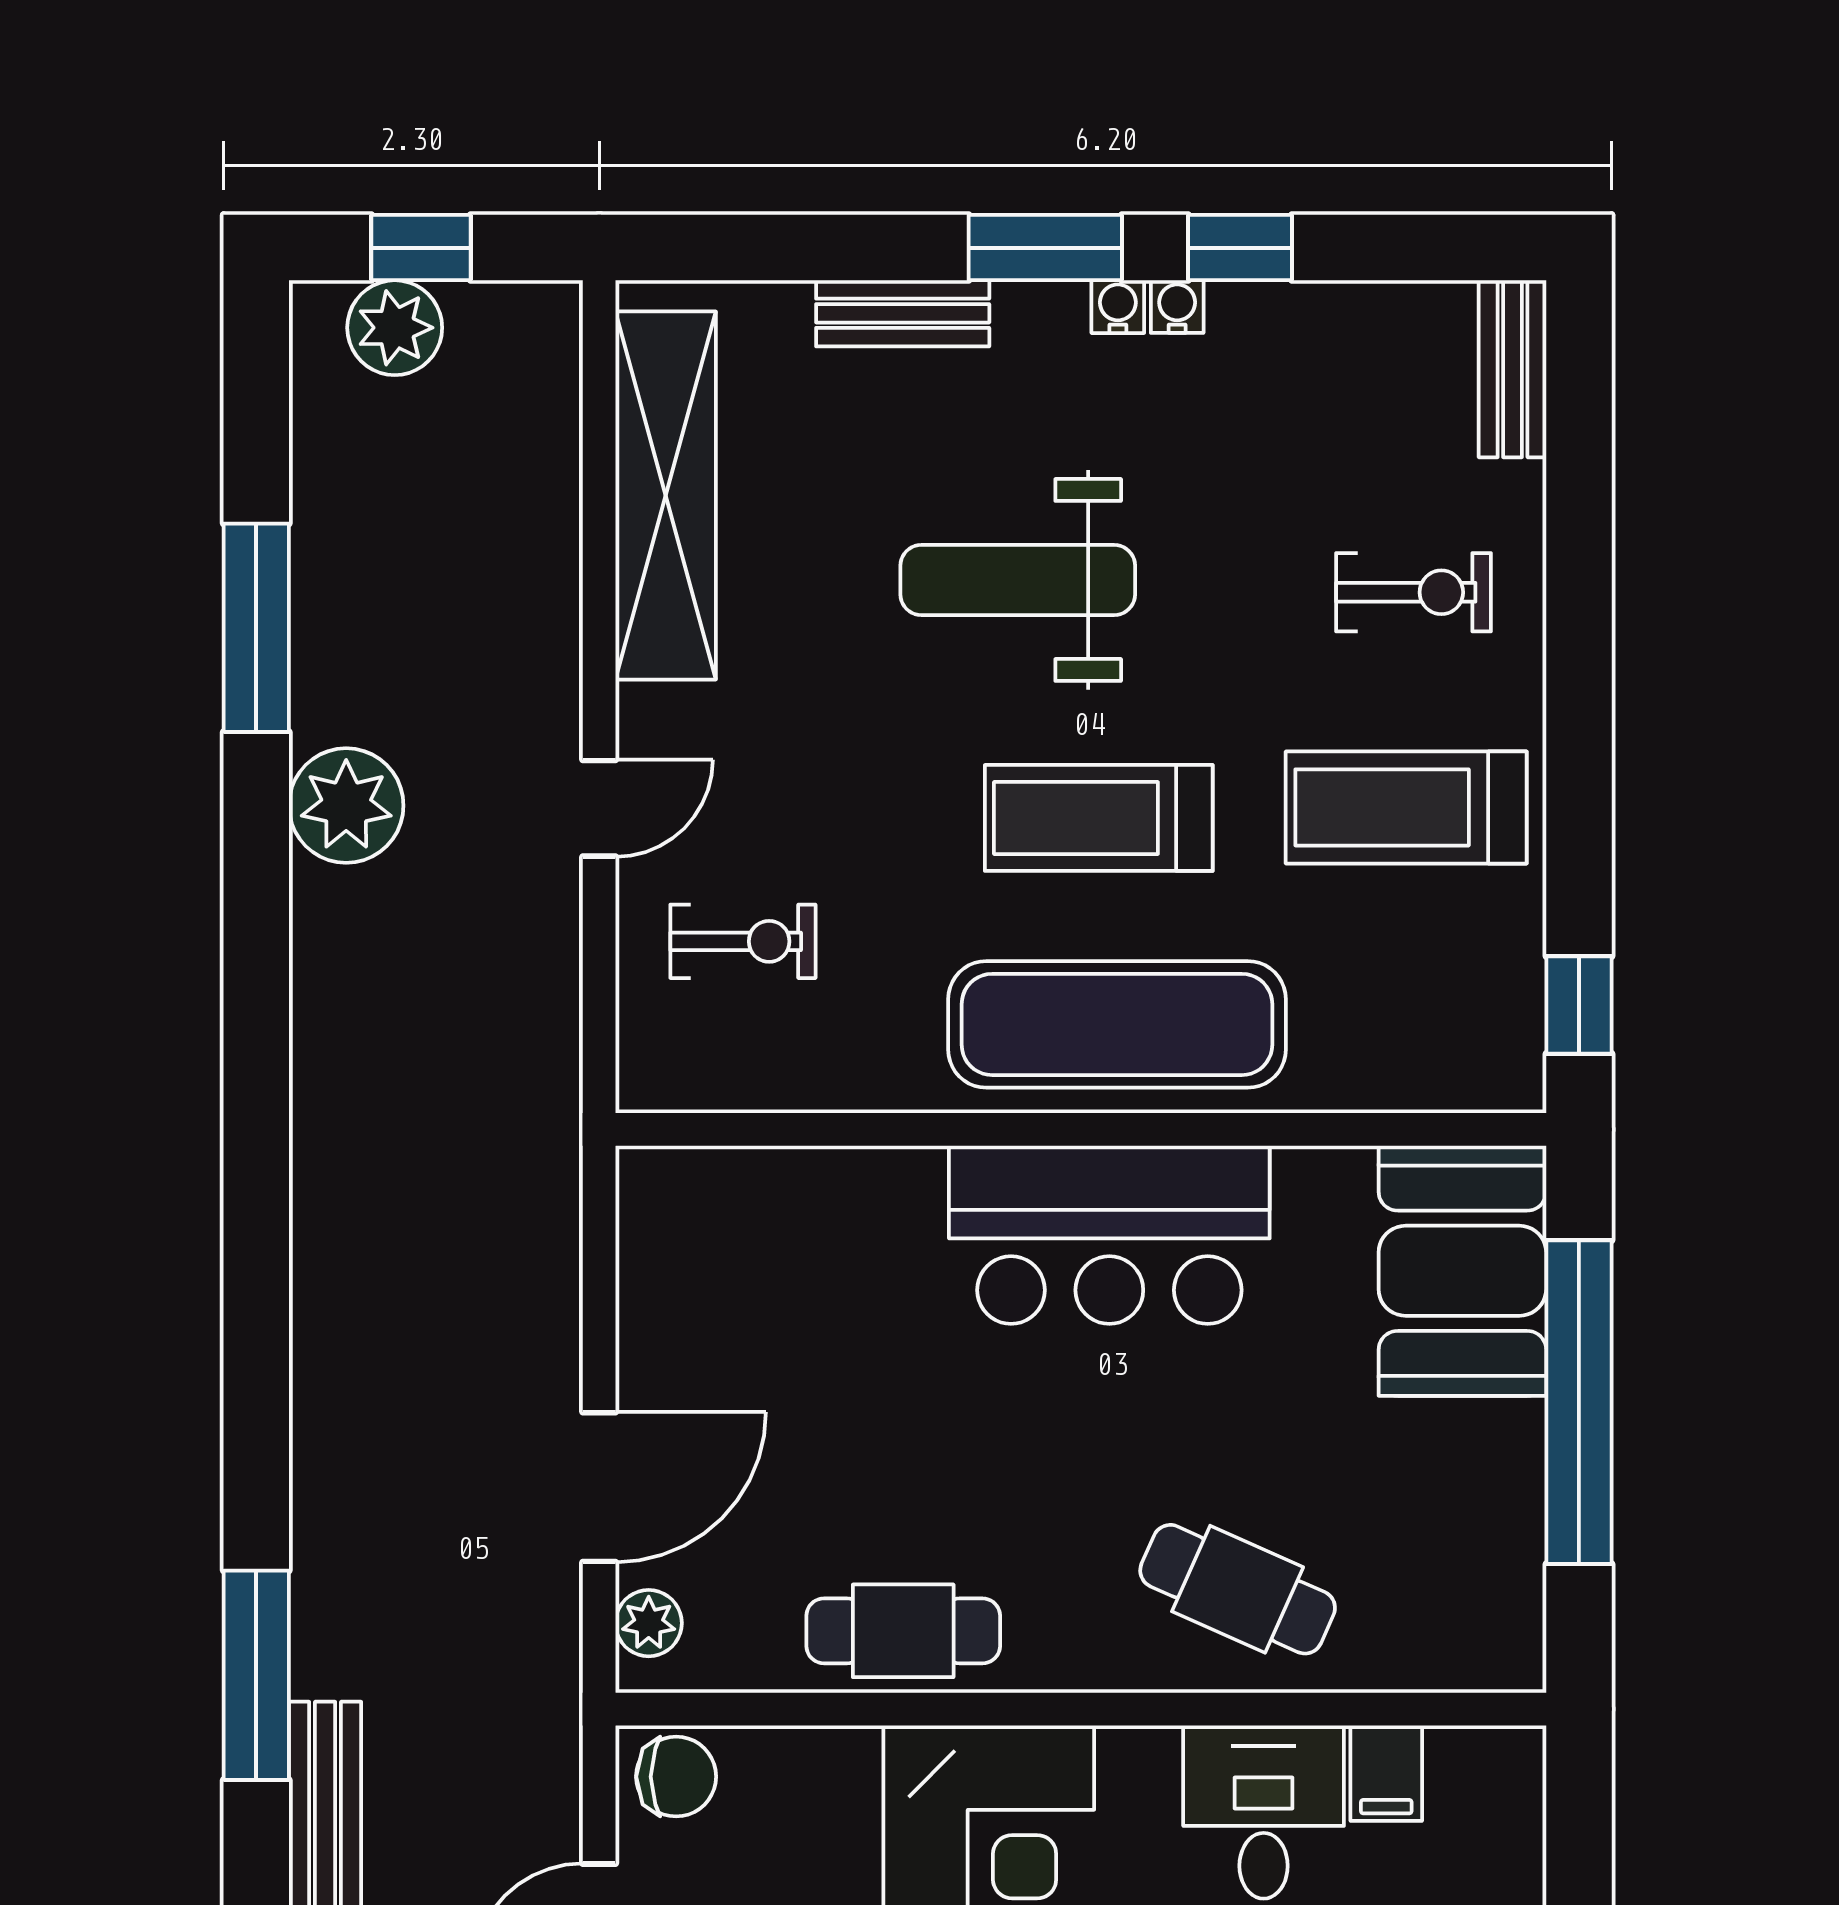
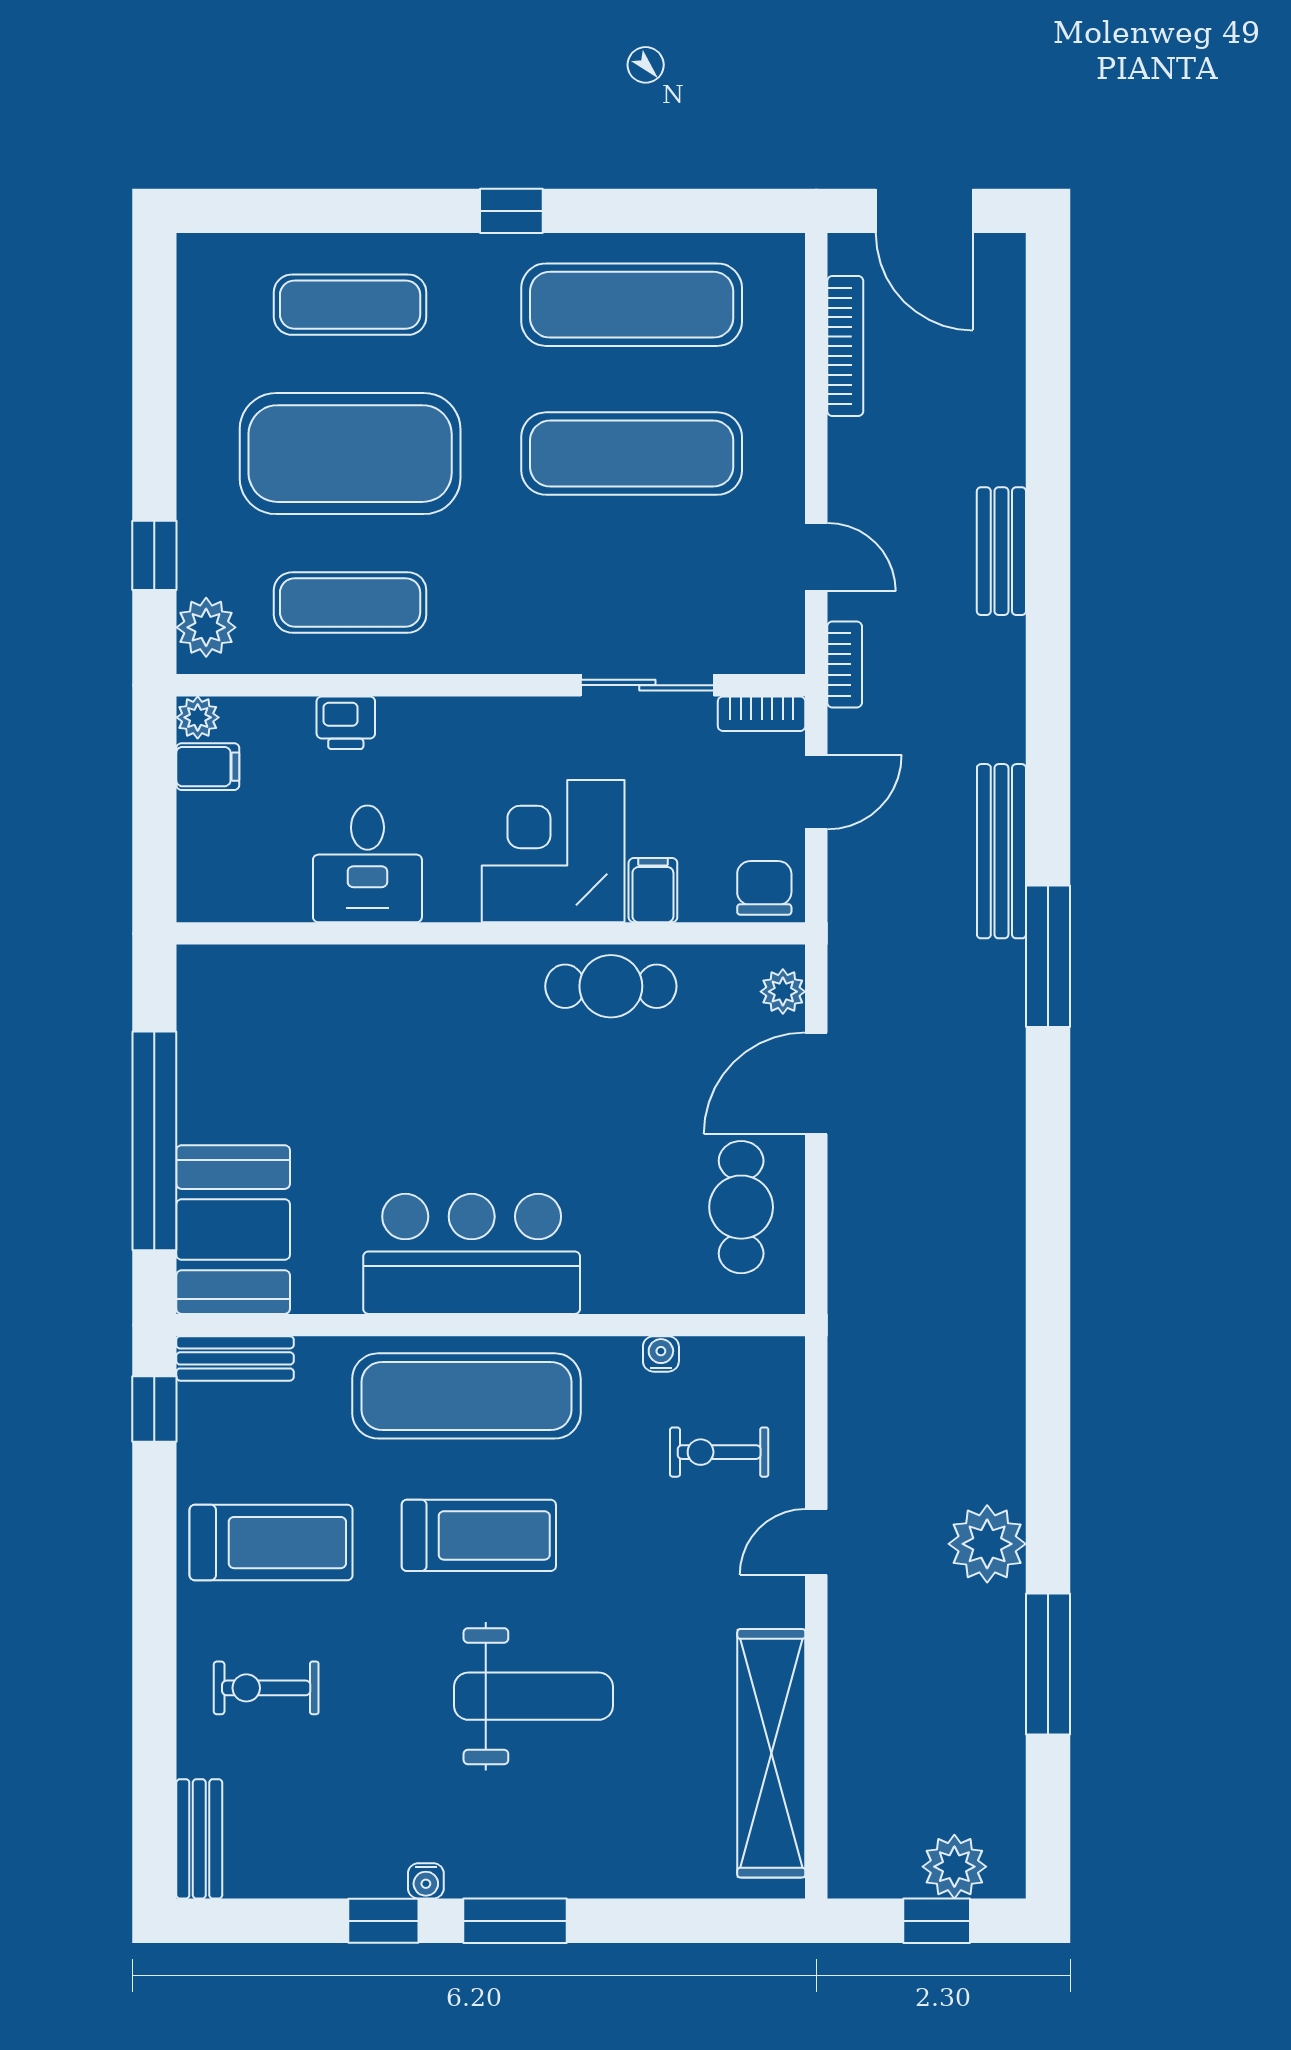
water cooler: (1118, 307) -> (661, 1354), moved, turned 180
bench: (903, 313) -> (235, 1358), moved
cafe table: (1238, 1589) -> (741, 1207), moved, turned 66
filing cabinet: (1386, 1773) -> (653, 890), moved
chair: (676, 1777) -> (764, 888), turned 90

